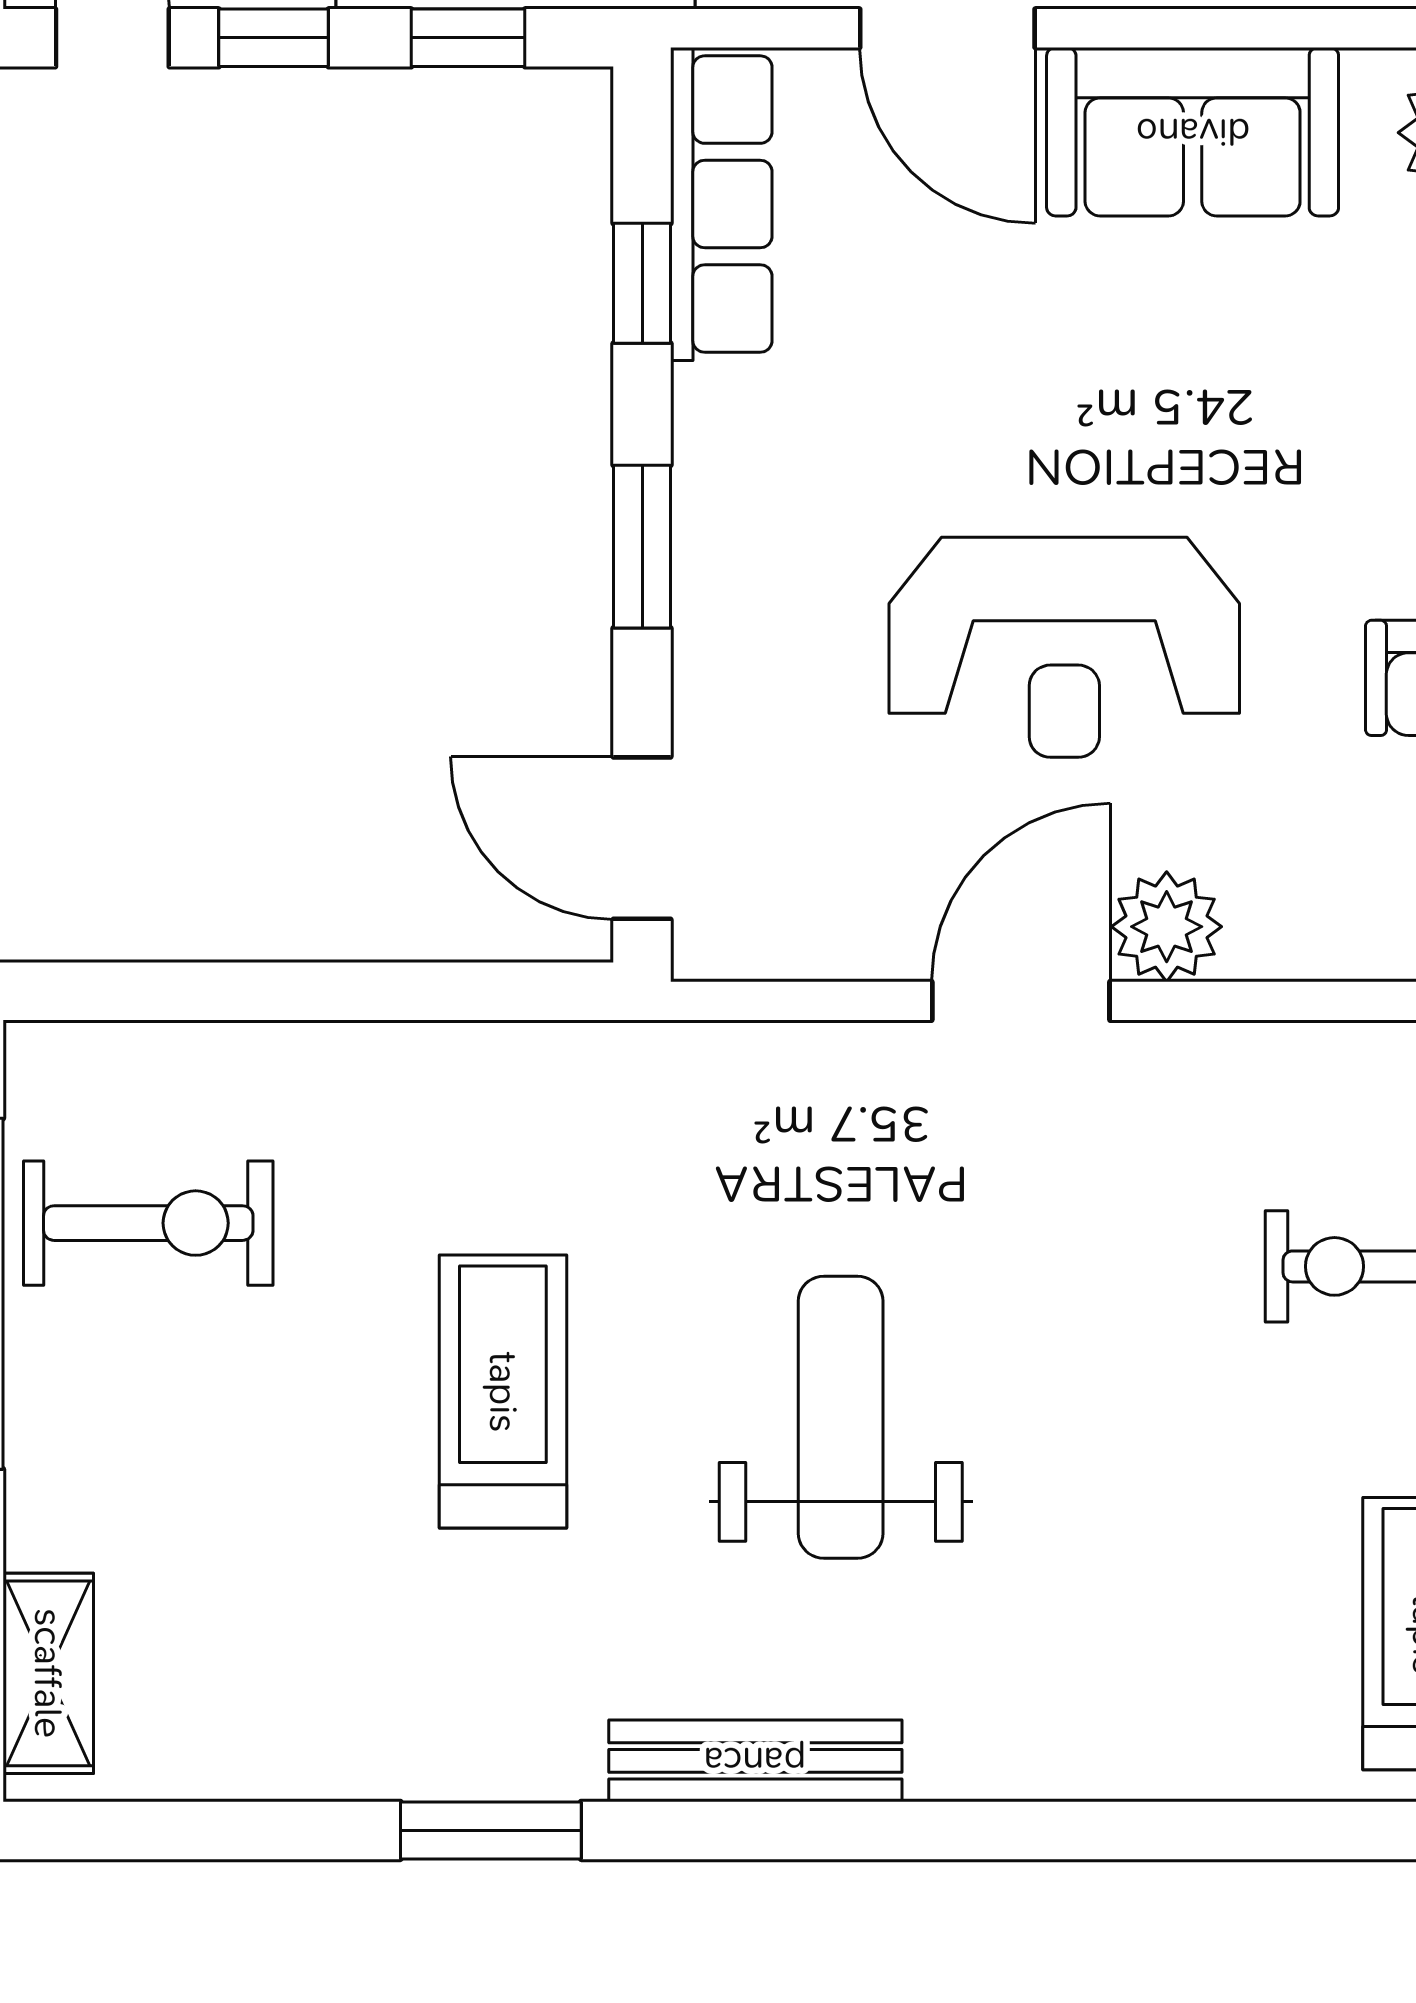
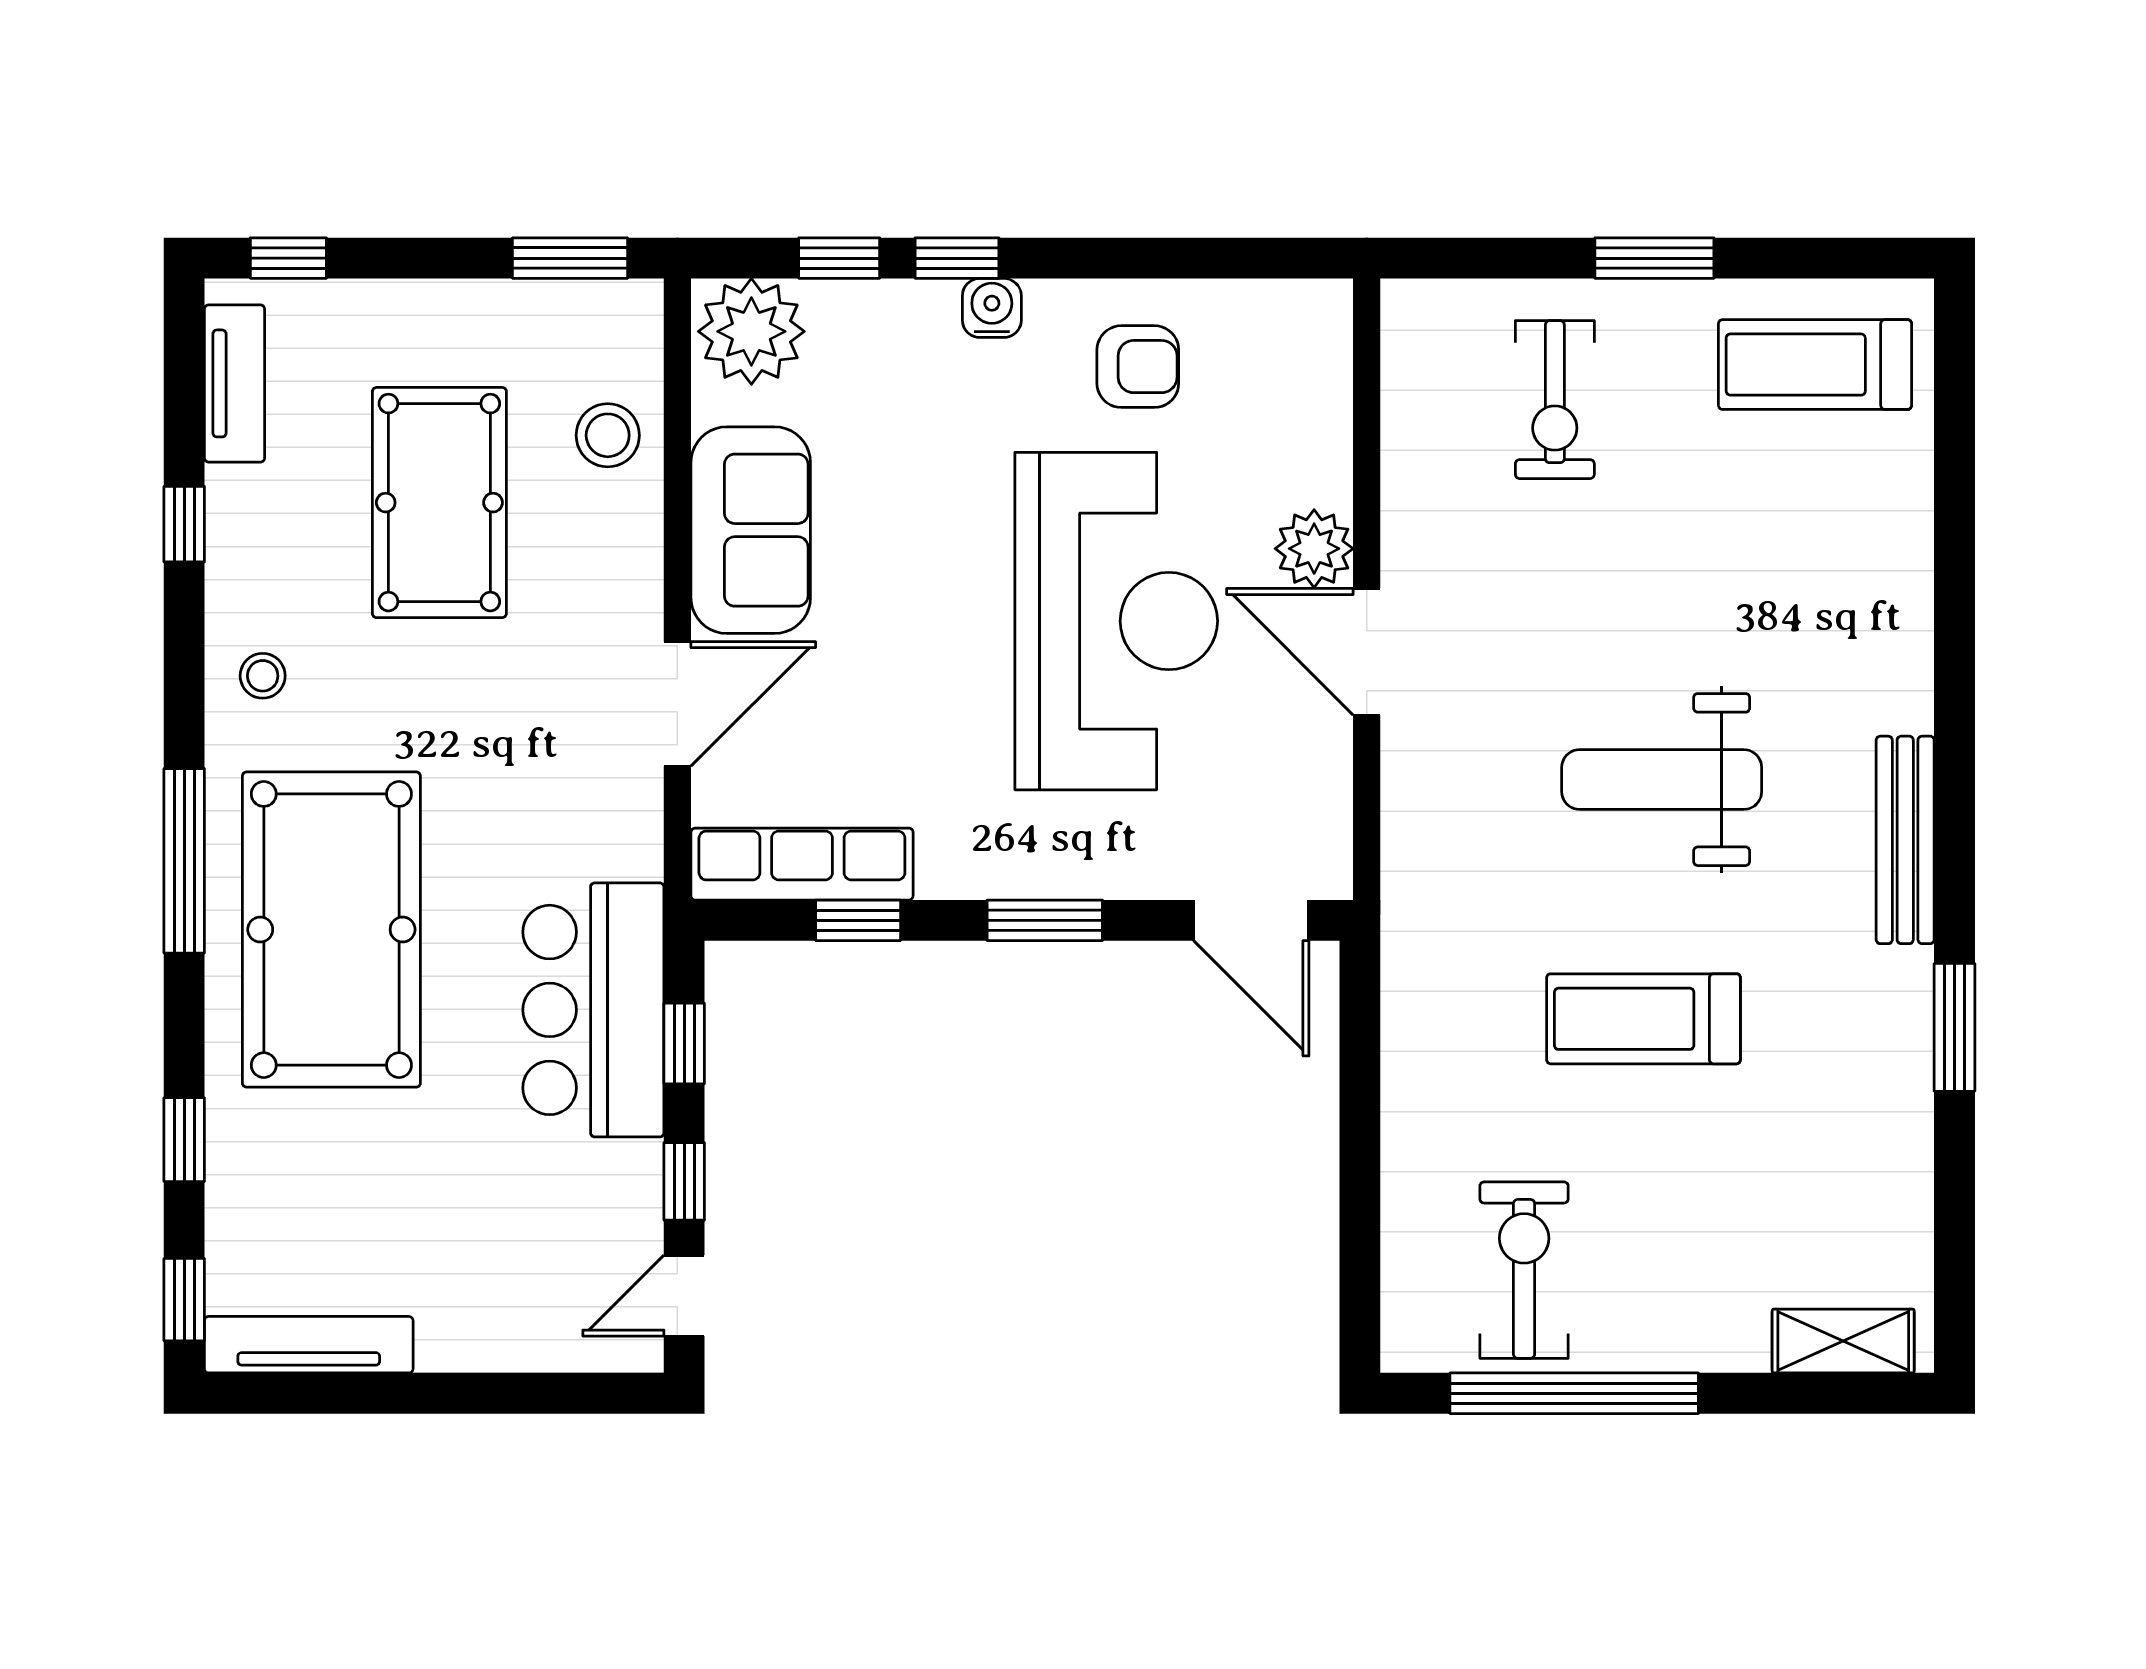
reception desk: (1064, 647) -> (1116, 621), width x1.36, depth x1.30
door: (642, 838) -> (1251, 920), hinge flipped

